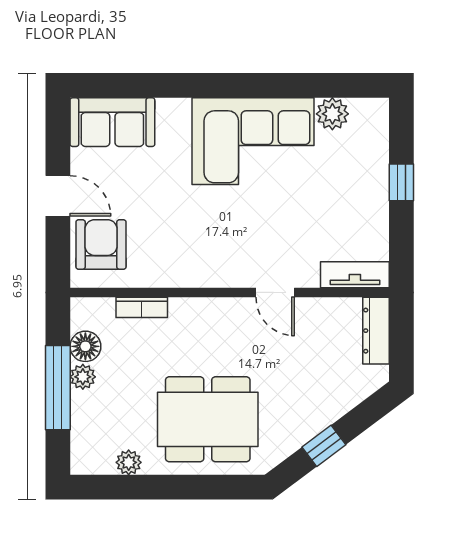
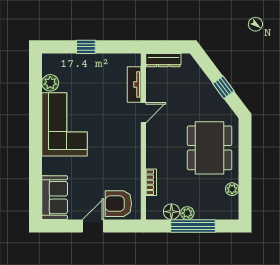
tv unit: (355, 275) -> (134, 84), moved

